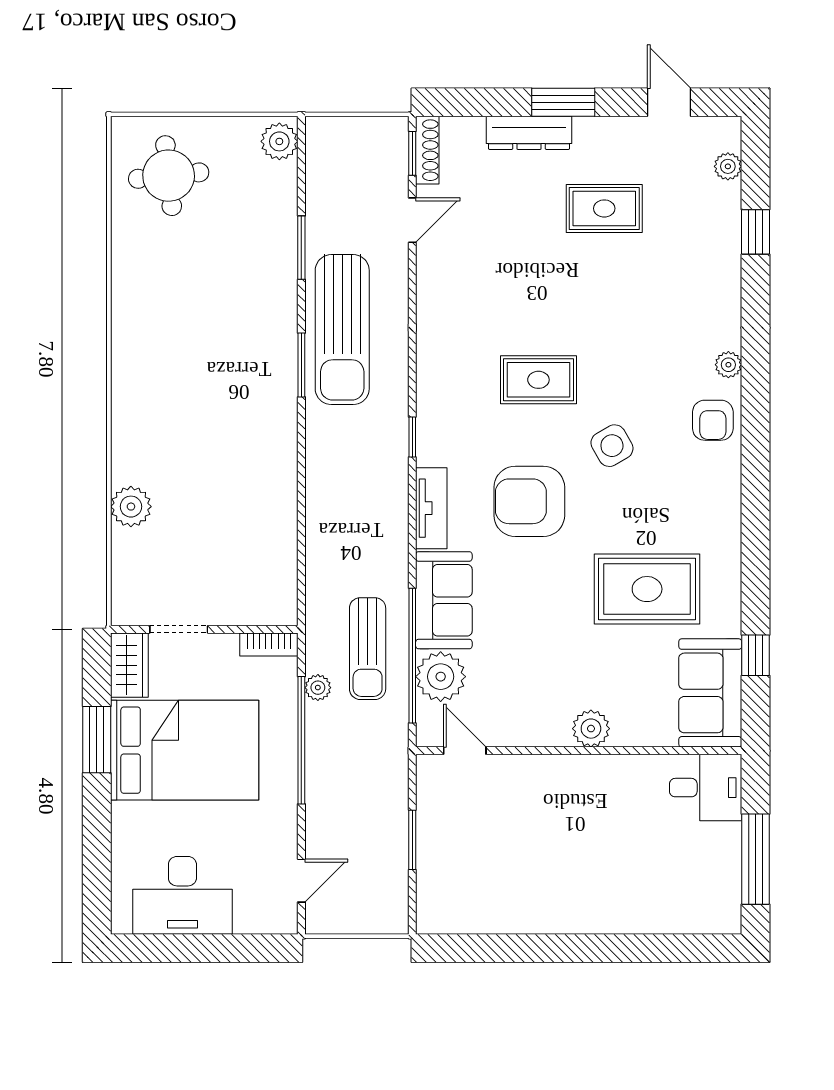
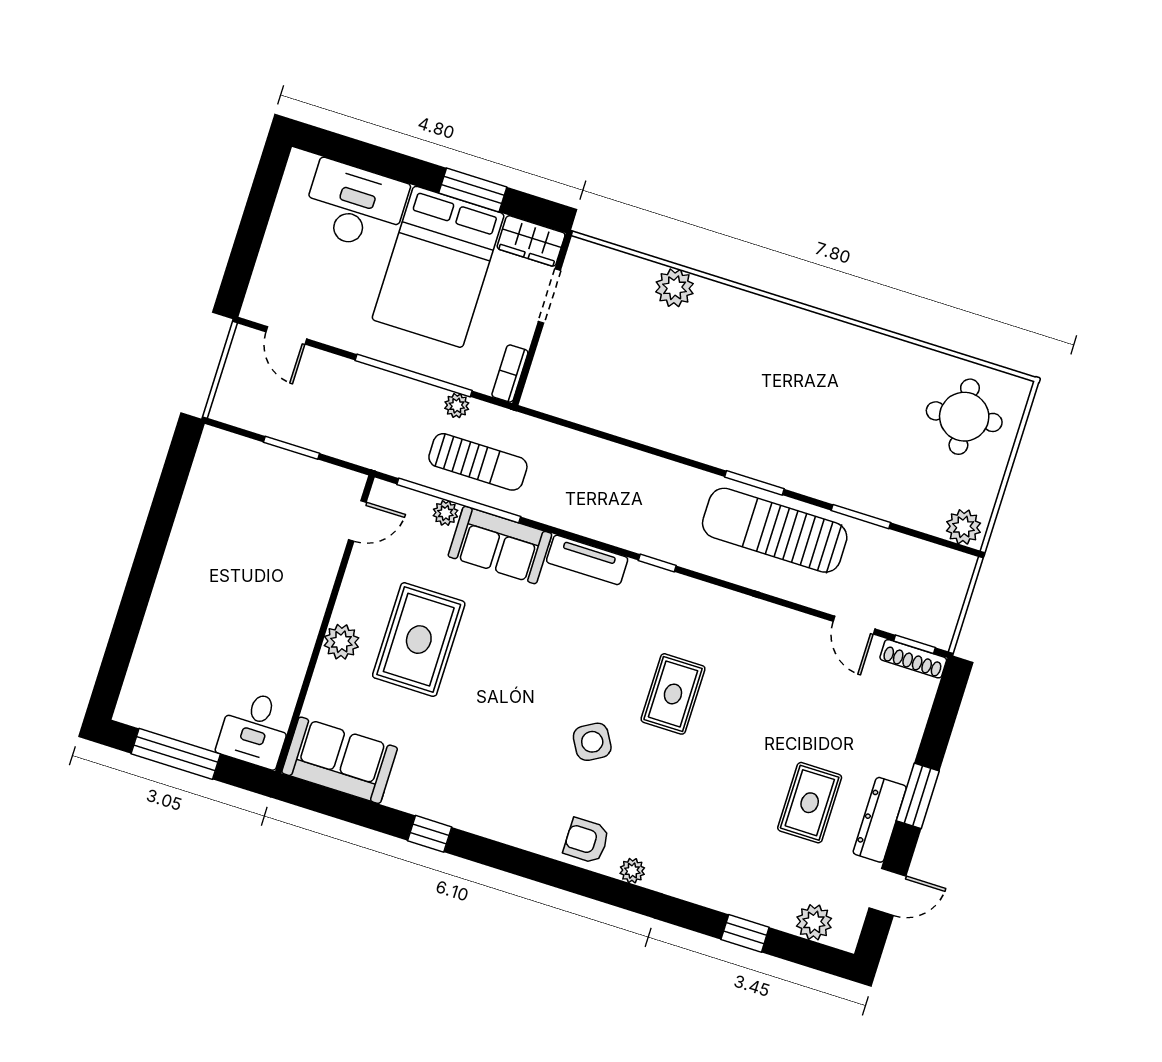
dresser: (529, 133) -> (880, 820), moved
plant: (728, 166) -> (814, 922), width x1.38, depth x1.38
armchair: (529, 501) -> (565, 651), removed
rug: (647, 589) -> (419, 640), moved
sun lounger: (368, 649) -> (478, 462), turned 180
window: (756, 655) -> (430, 834), moved
plant: (441, 677) -> (445, 513), width x0.53, depth x0.53
desk: (182, 895) -> (355, 206), moved, turned 90

